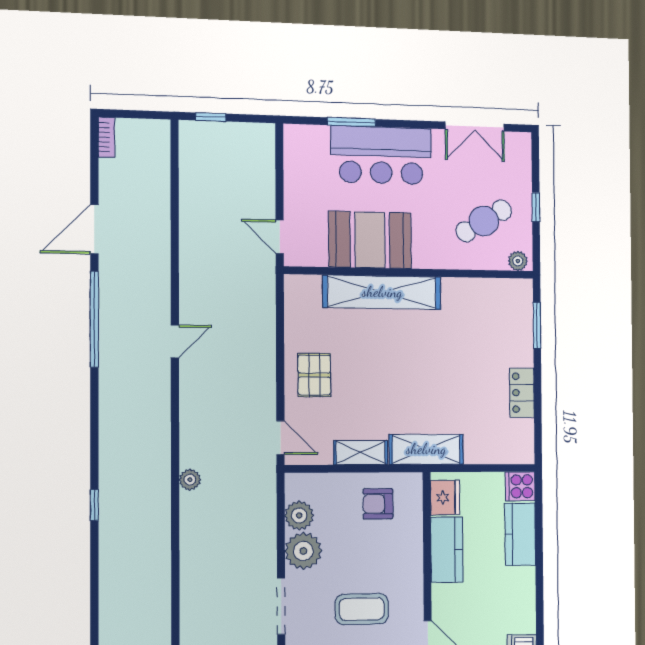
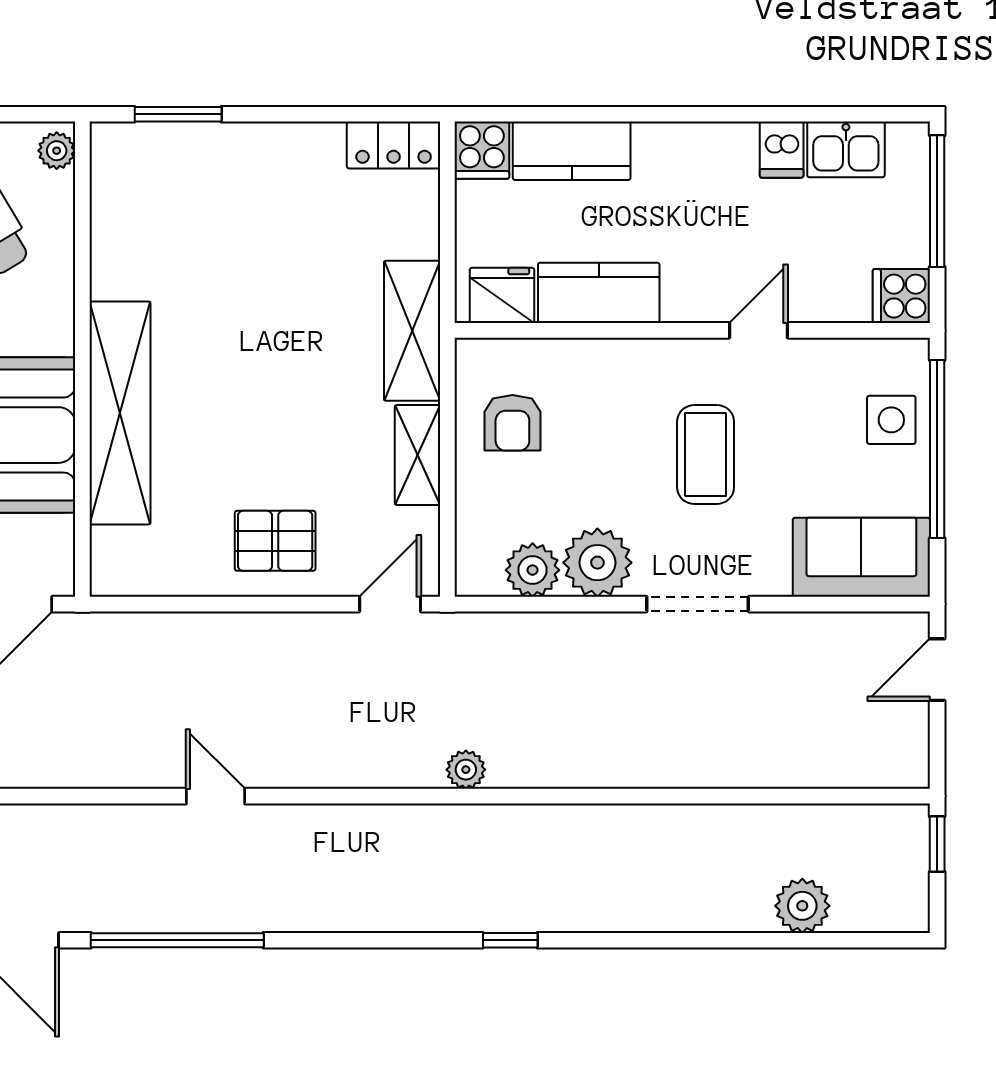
locker: (522, 393) -> (394, 145), moved

